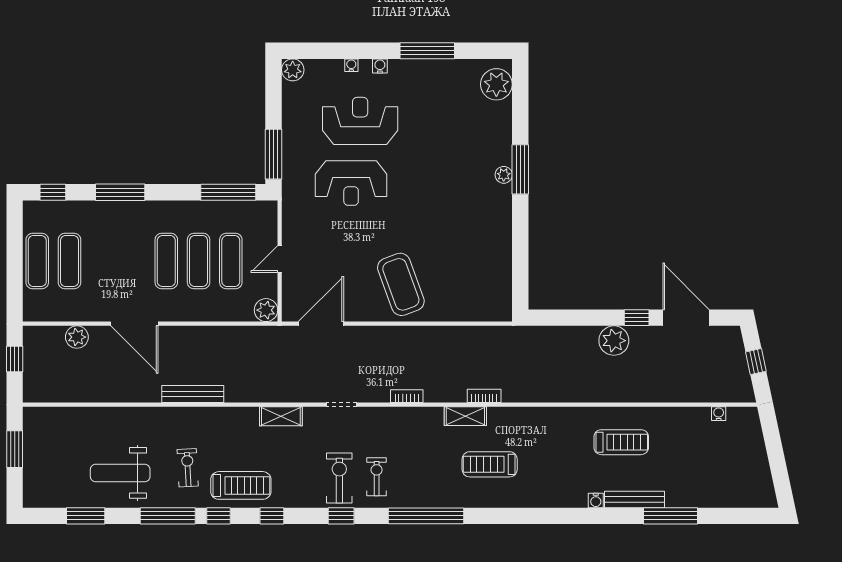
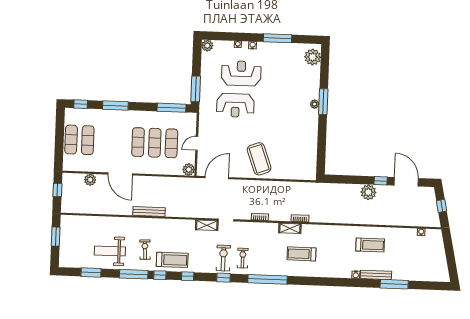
shelving: (281, 416) -> (207, 225), moved

